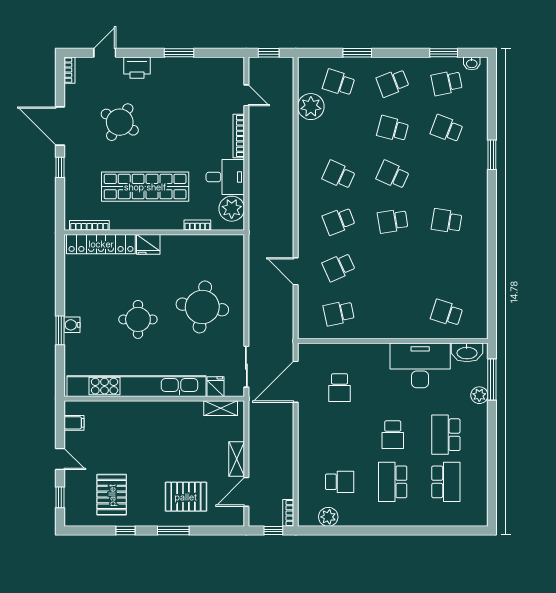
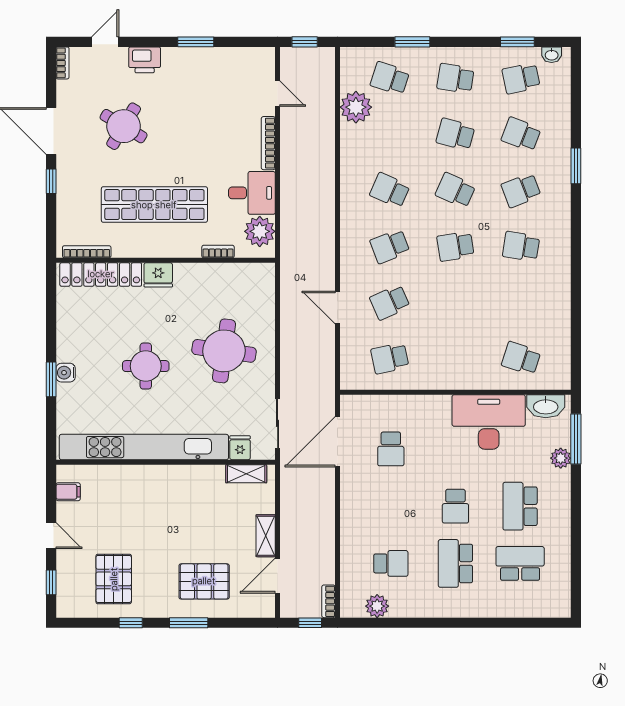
school desk: (393, 83) -> (455, 78), turned 30
school desk: (447, 175) -> (521, 190), added
school desk: (446, 482) -> (520, 563), turned -90

